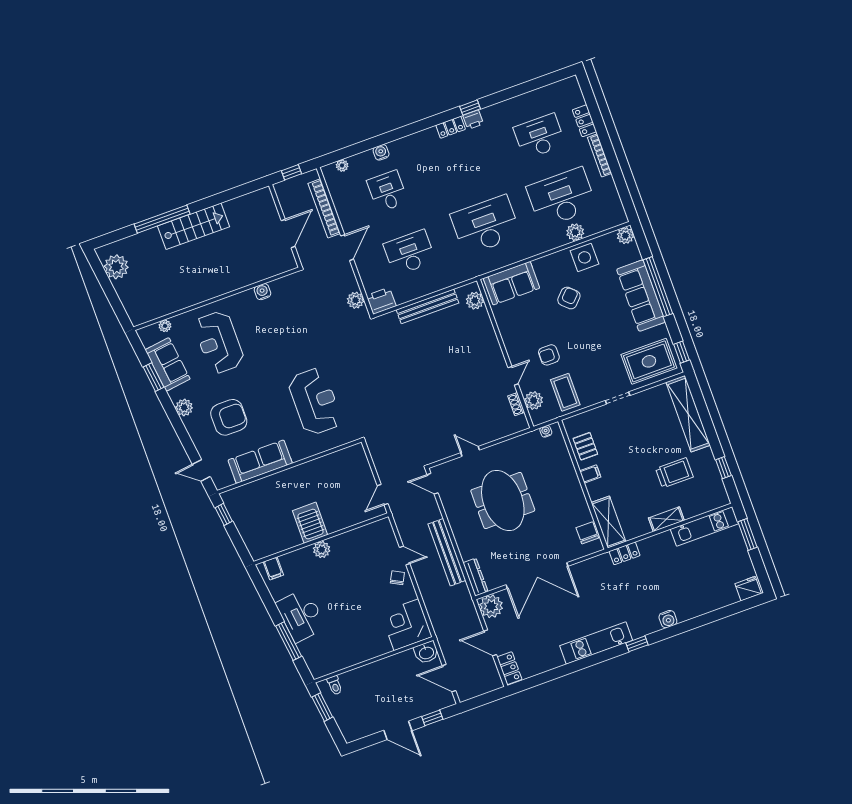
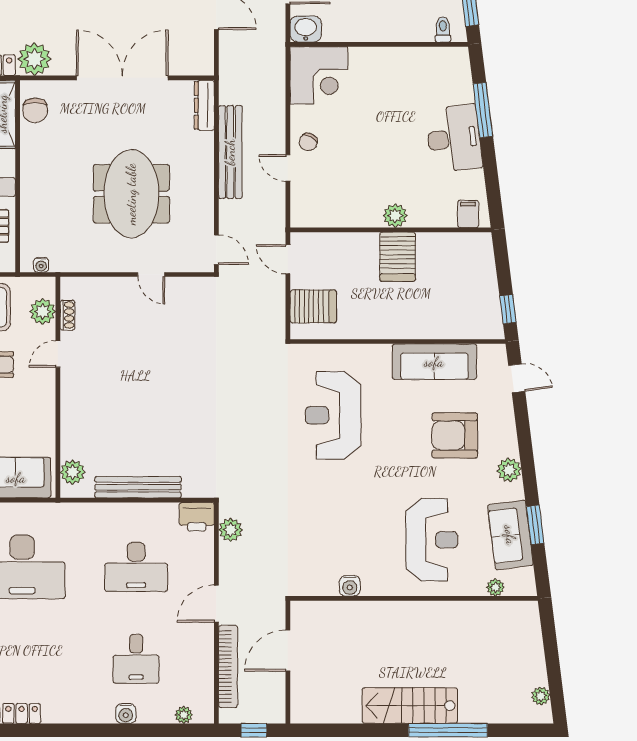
plant: (116, 267) -> (541, 696), width x0.53, depth x0.53
server rack: (354, 469) -> (313, 306), added
door: (383, 495) -> (288, 259), swing flipped
plant: (491, 606) -> (34, 59), moved

